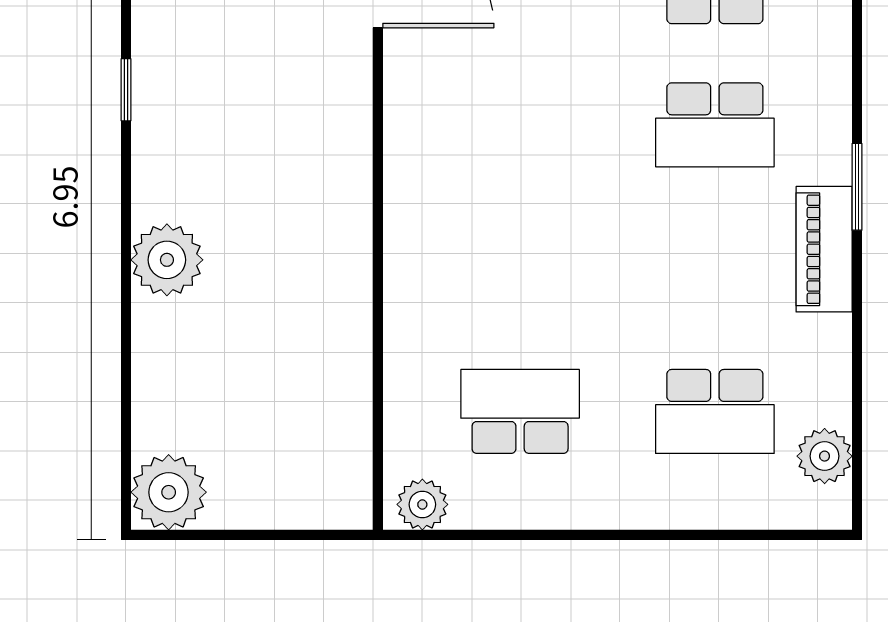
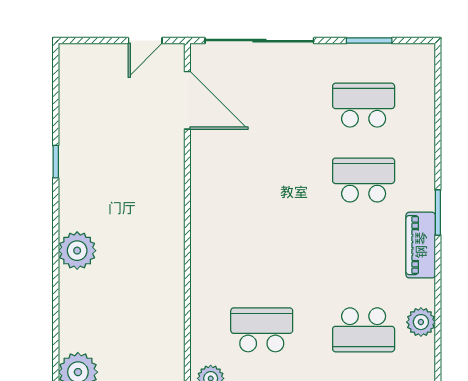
school desk: (715, 125) -> (364, 180), turned 180
plant: (825, 456) -> (421, 322), moved

